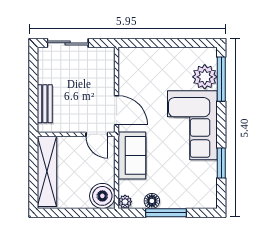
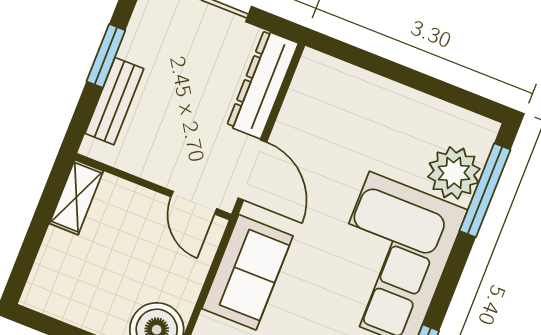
dresser: (106, 71) -> (263, 84), added
window: (33, 86) -> (106, 56), added
shelving: (47, 171) -> (76, 197), width x0.45, depth x0.75

